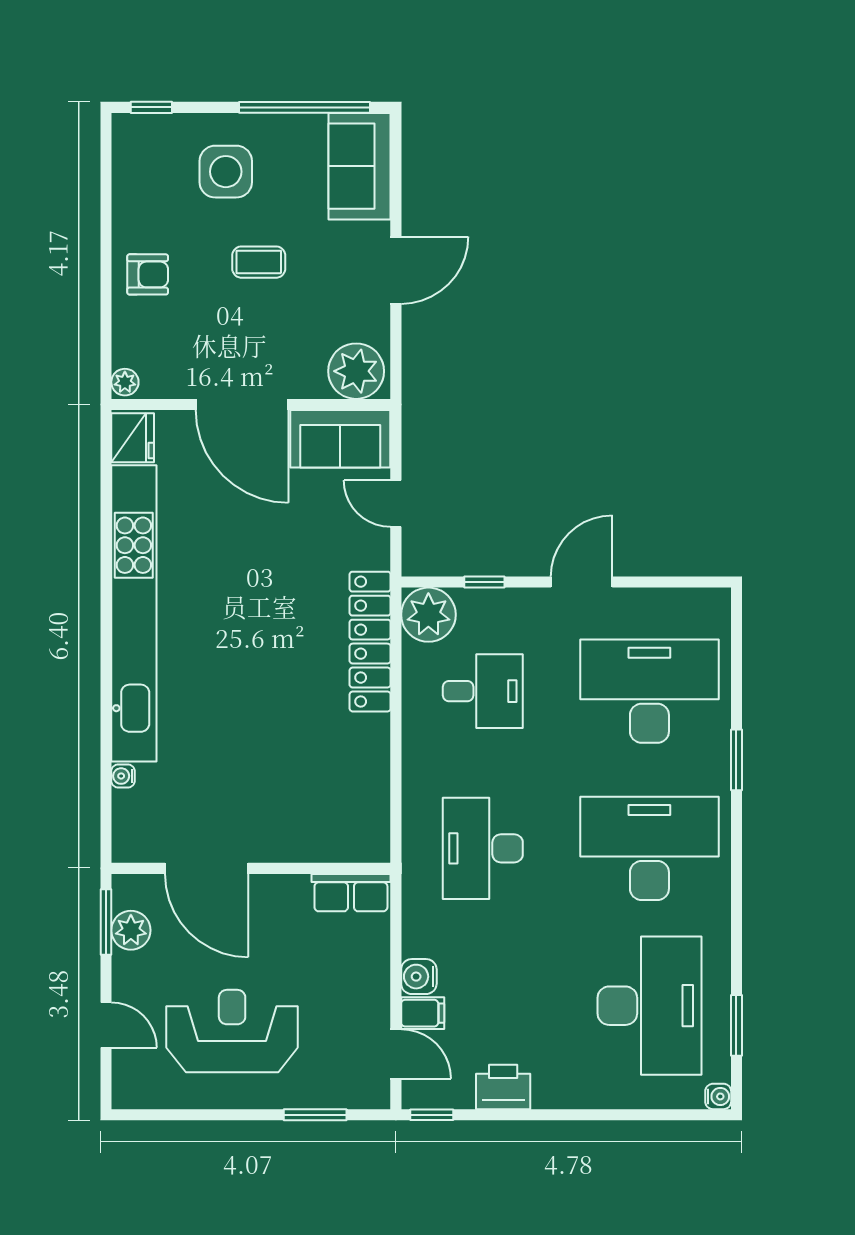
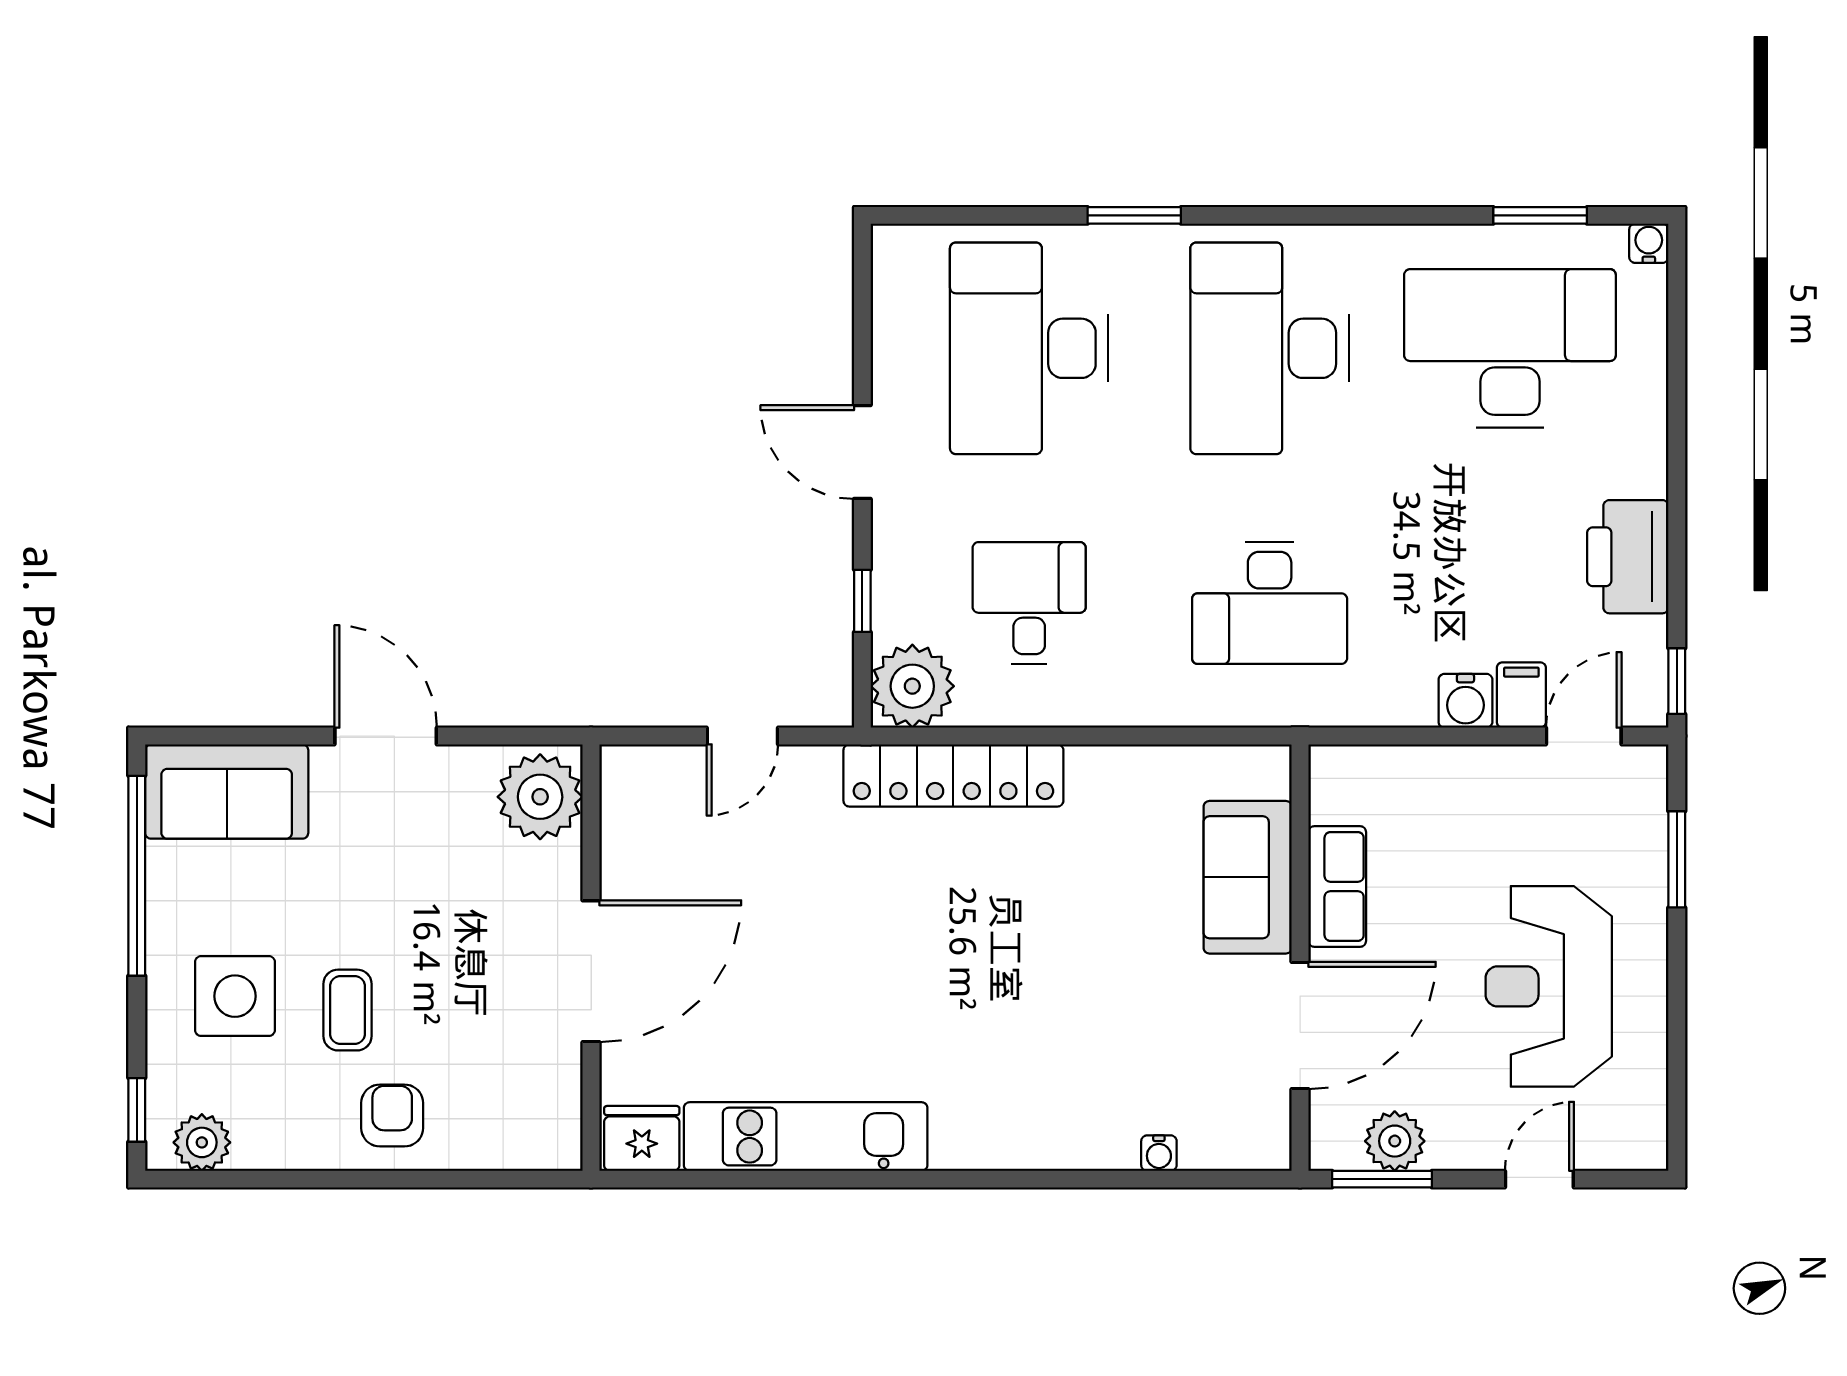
coffee table: (259, 262) -> (347, 1010), moved
plant: (125, 382) -> (202, 1142), moved, width x1.38, depth x1.38
sofa: (340, 439) -> (1248, 877), moved, turned 180
kitchen unit: (134, 613) -> (806, 1137), width x0.54
row of seats: (351, 893) -> (1337, 886), moved
printer: (503, 1087) -> (1628, 557), width x1.37, depth x1.19

